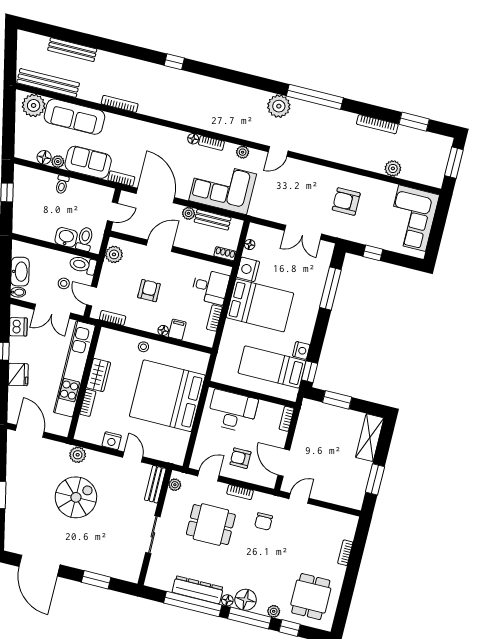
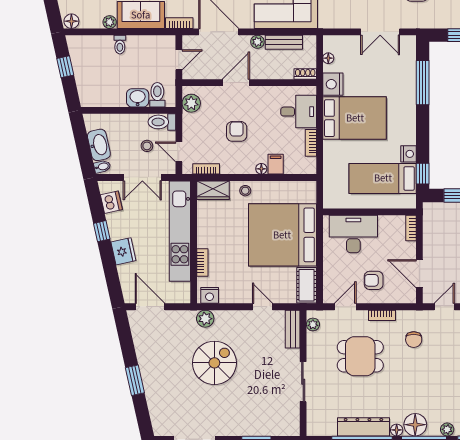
floor lamp: (44, 157) -> (71, 21), moved
wardrobe: (98, 375) -> (213, 190), moved, turned 90
nightstand: (112, 441) -> (210, 295), moved
cot: (178, 447) -> (307, 285), added

